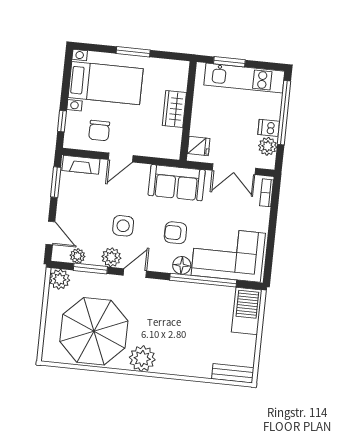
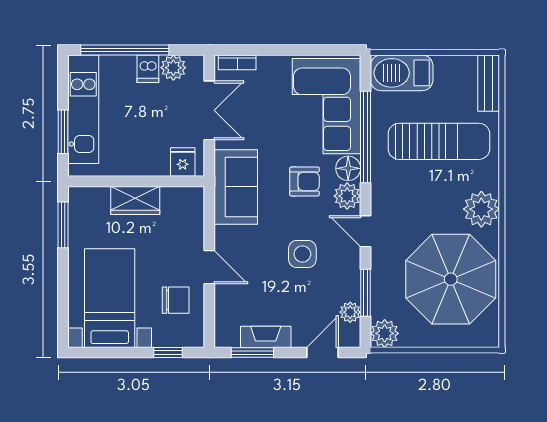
window: (133, 52) -> (63, 225), moved
fireplace: (81, 165) -> (266, 337), moved, turned -90
armchair: (175, 233) -> (305, 181), turned -90
plant: (111, 257) -> (347, 196), moved
sun lounger: (194, 333) -> (439, 141), added

